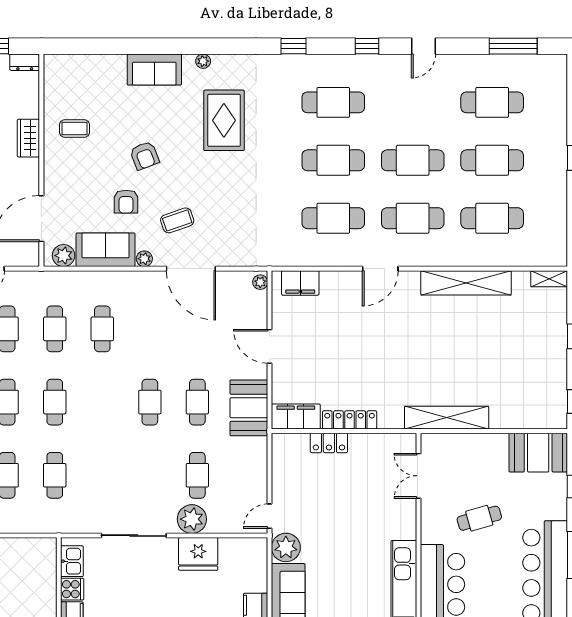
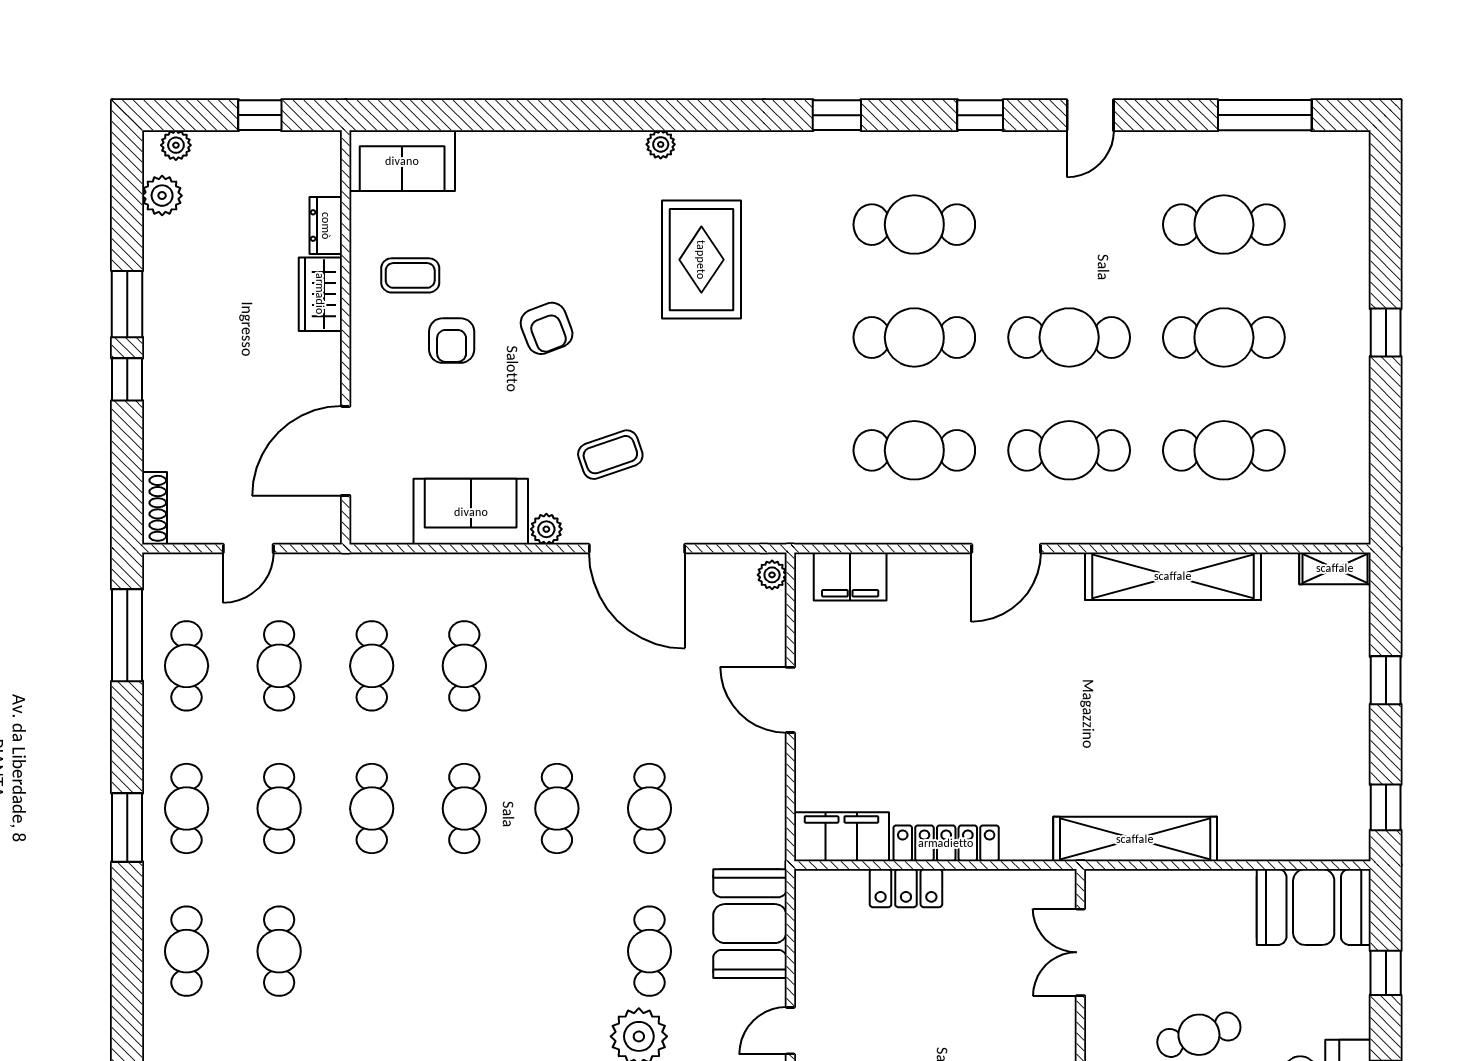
dresser: (25, 62) -> (326, 226), moved, turned 90
sofa: (154, 70) -> (402, 161), moved
armchair: (126, 202) -> (452, 341), moved
plant: (64, 256) -> (389, 523), removed
booth: (249, 408) -> (750, 924), moved
cafe table: (55, 475) -> (464, 808), moved

